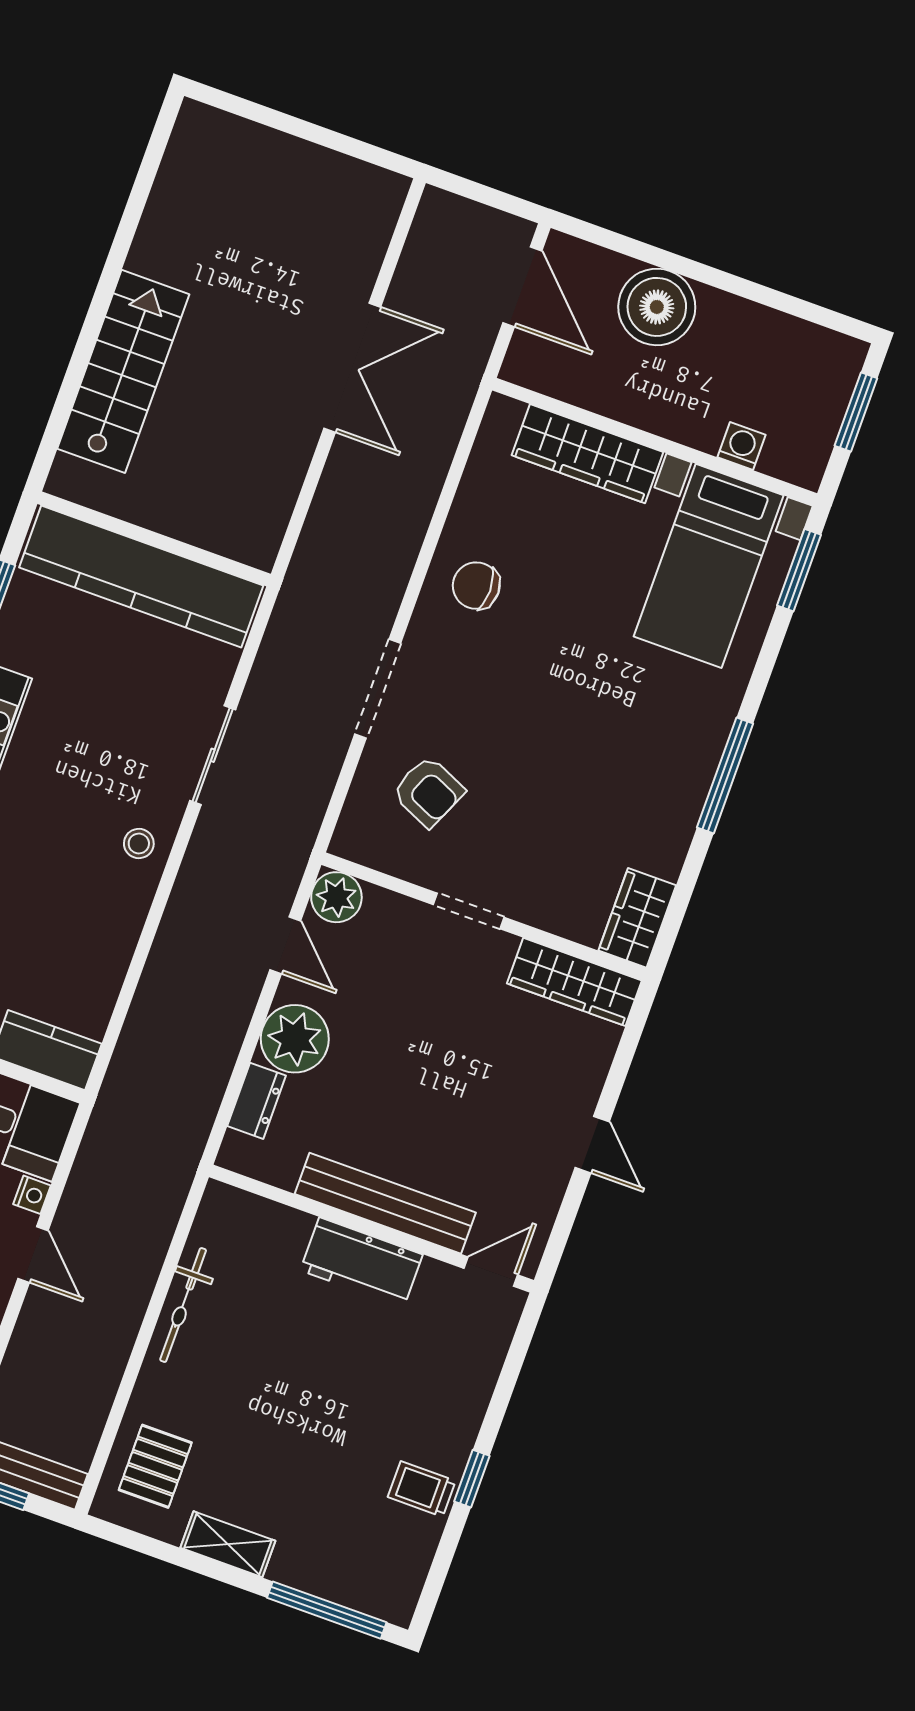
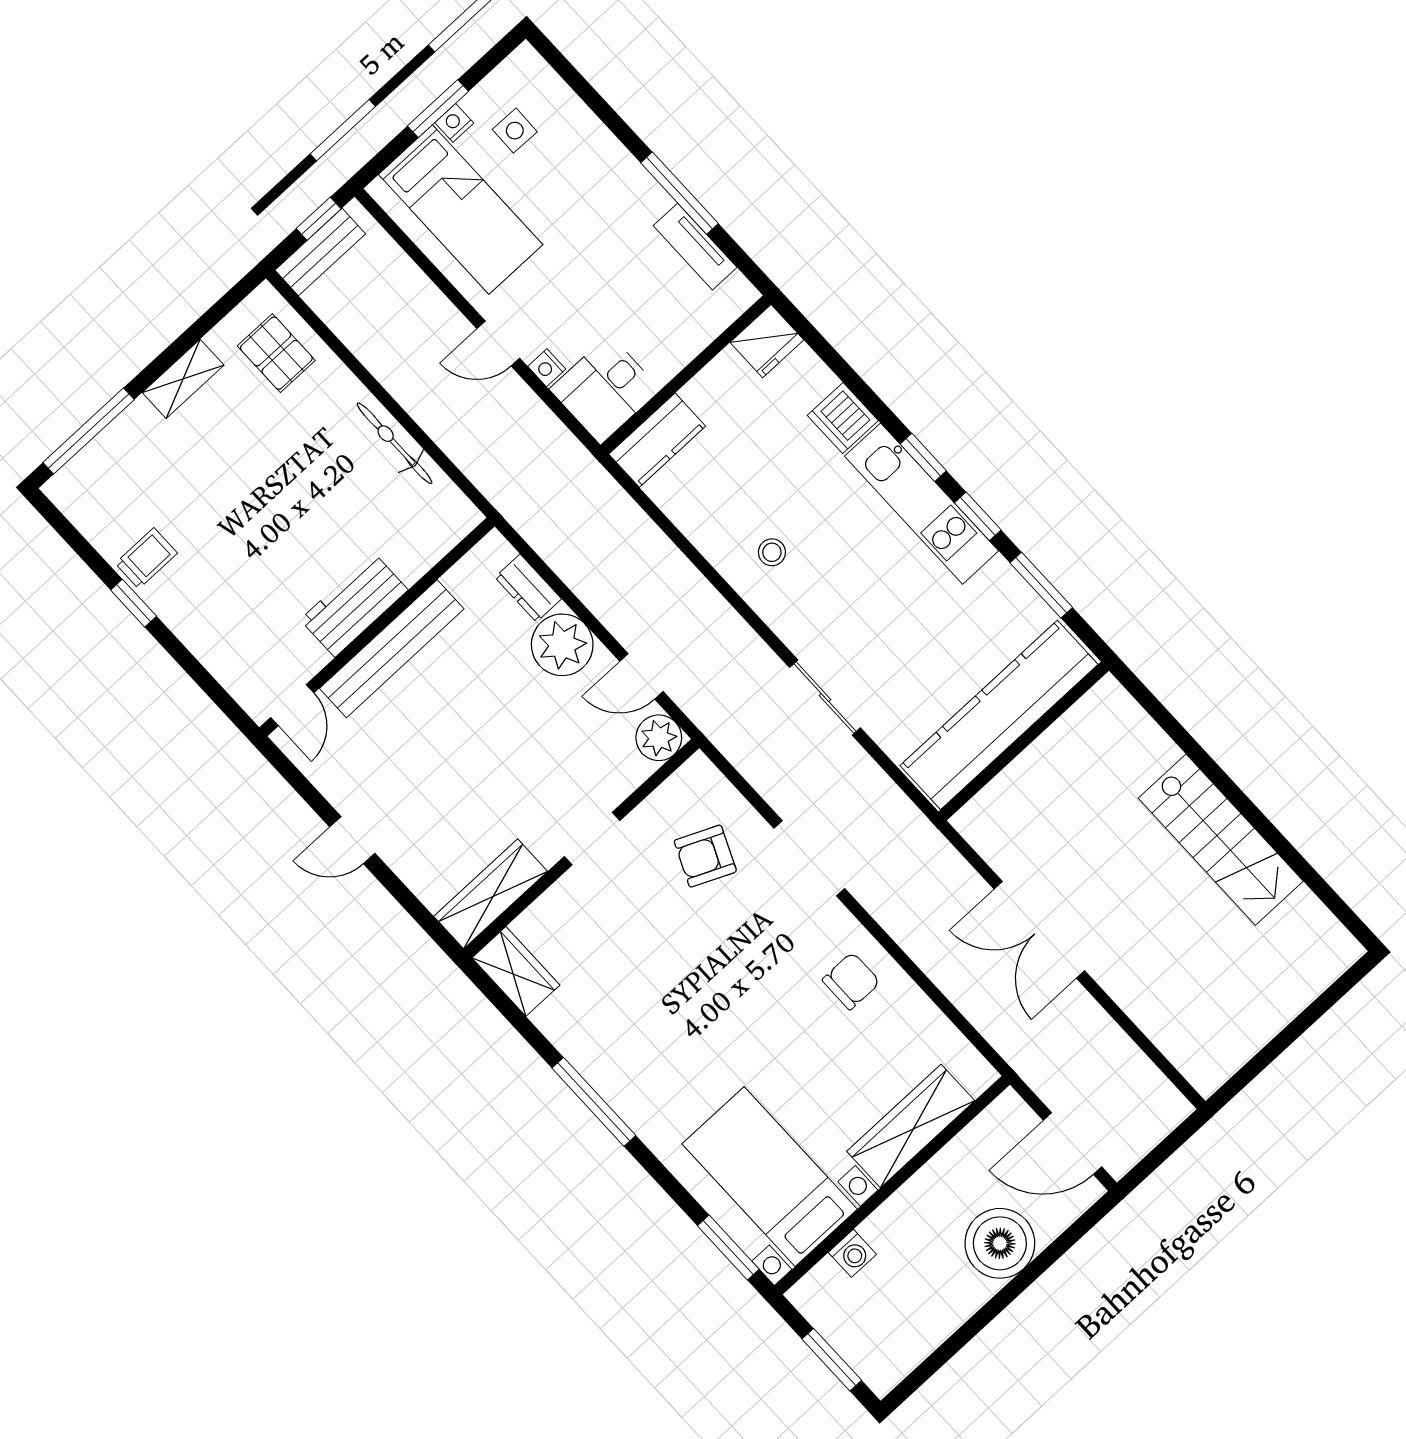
double door: (352, 368) -> (1039, 930), moved
stairs: (123, 371) -> (1221, 840), moved
stool: (139, 844) -> (772, 552), moved

